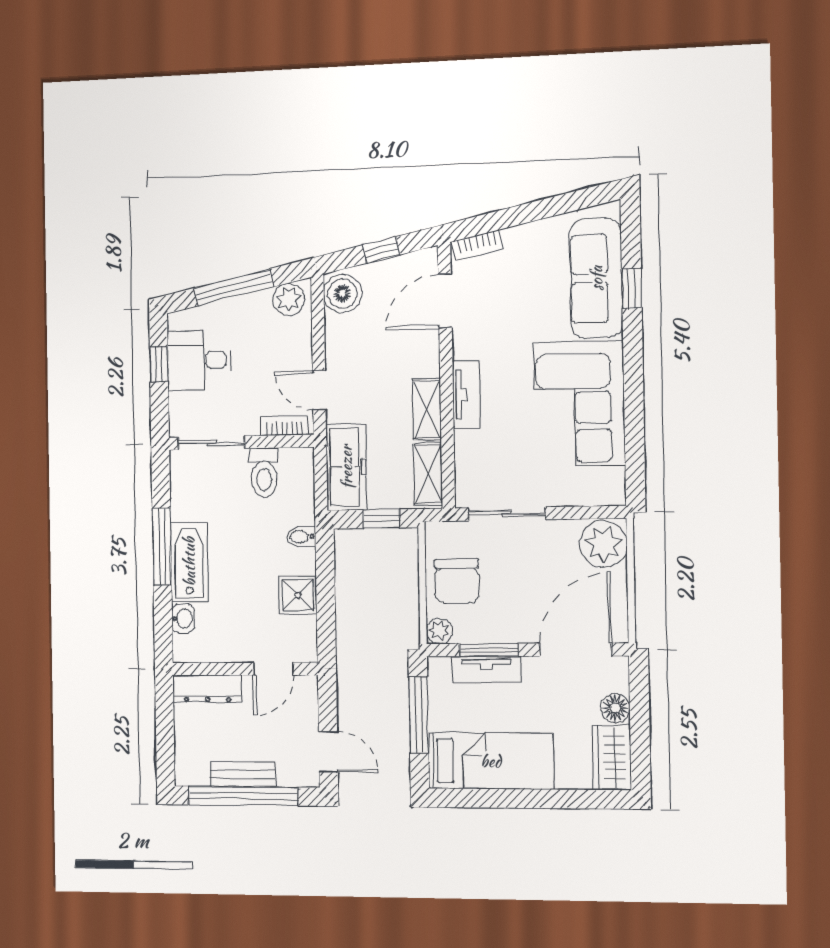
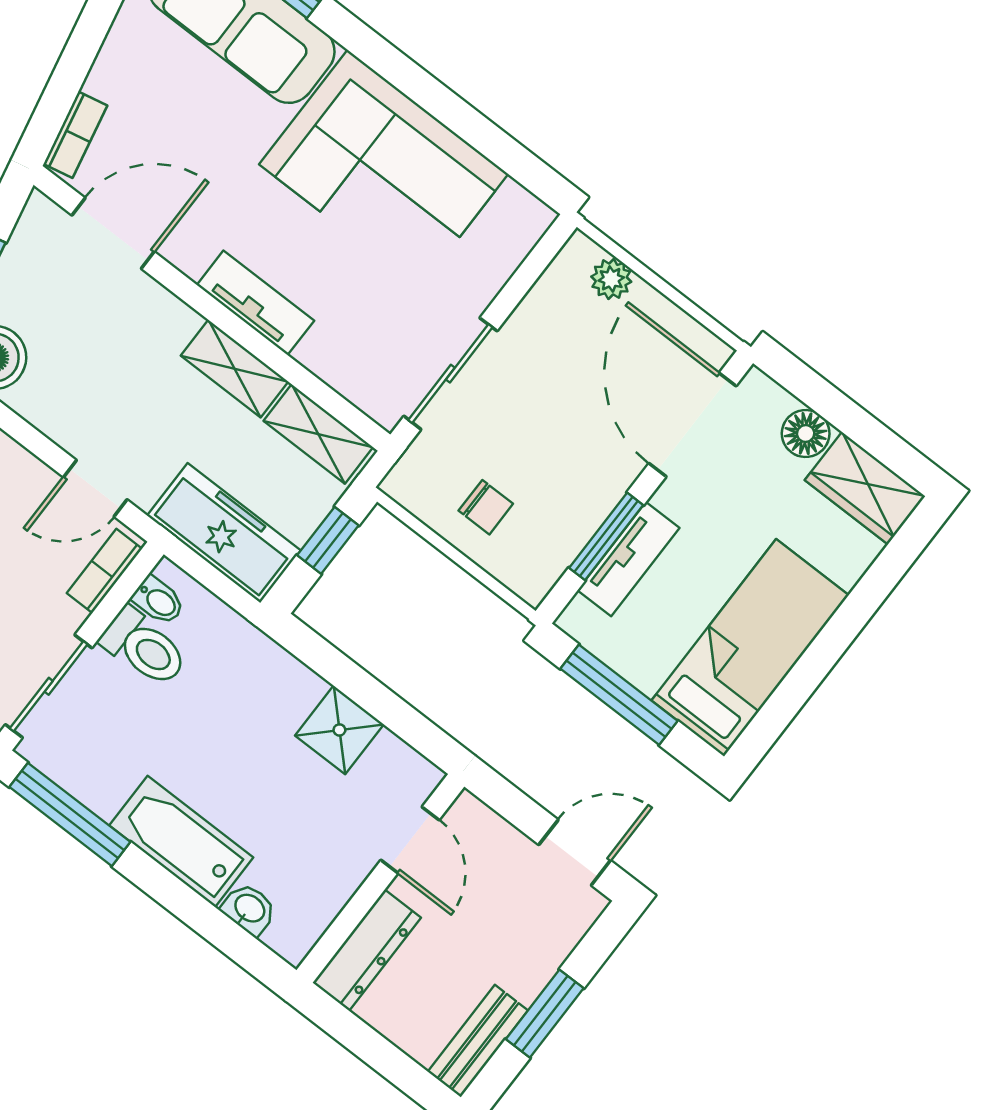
door: (445, 301) -> (113, 233), swing flipped
bidet: (301, 536) -> (158, 601), moved, turned -90
plant: (603, 544) -> (611, 279), width x0.53, depth x0.53
window: (162, 546) -> (70, 814), moved
chair: (457, 581) -> (486, 507), width x0.54, depth x0.54
plant: (439, 631) -> (532, 581), removed
bench: (243, 774) -> (478, 1041), moved
window: (243, 796) -> (545, 1014), width x0.47

